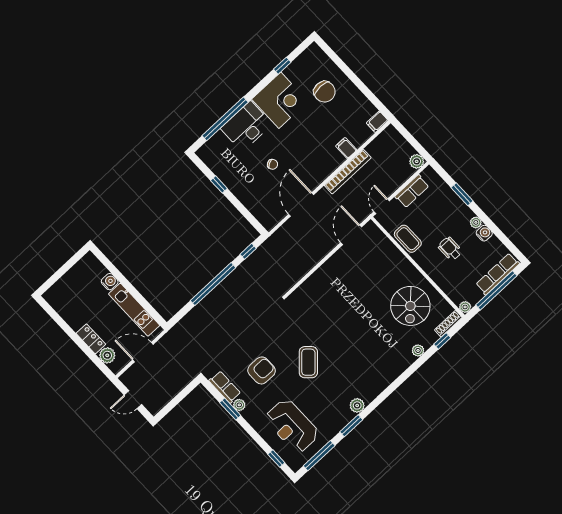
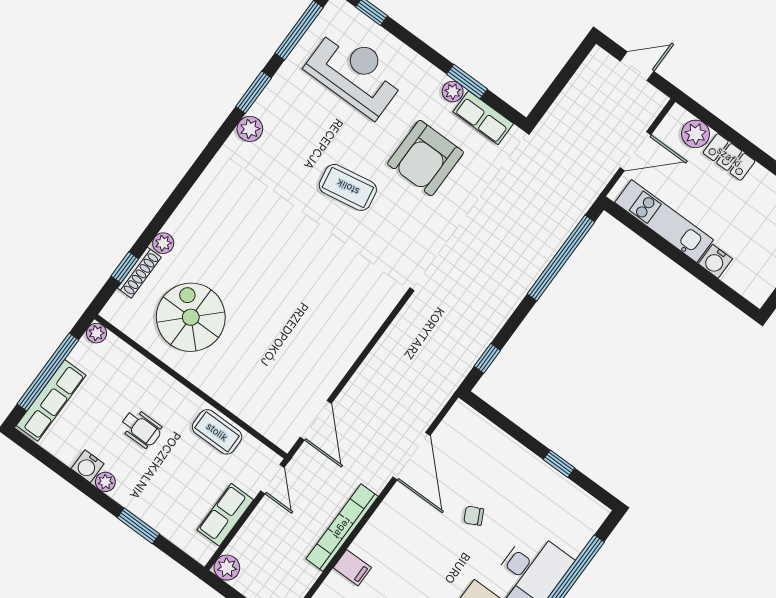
window: (213, 284) -> (561, 258), moved
shoe rack: (448, 324) -> (139, 273), moved
coffee table: (308, 362) -> (348, 187), turned -53
armchair: (262, 370) -> (426, 158), width x1.36, depth x1.36

